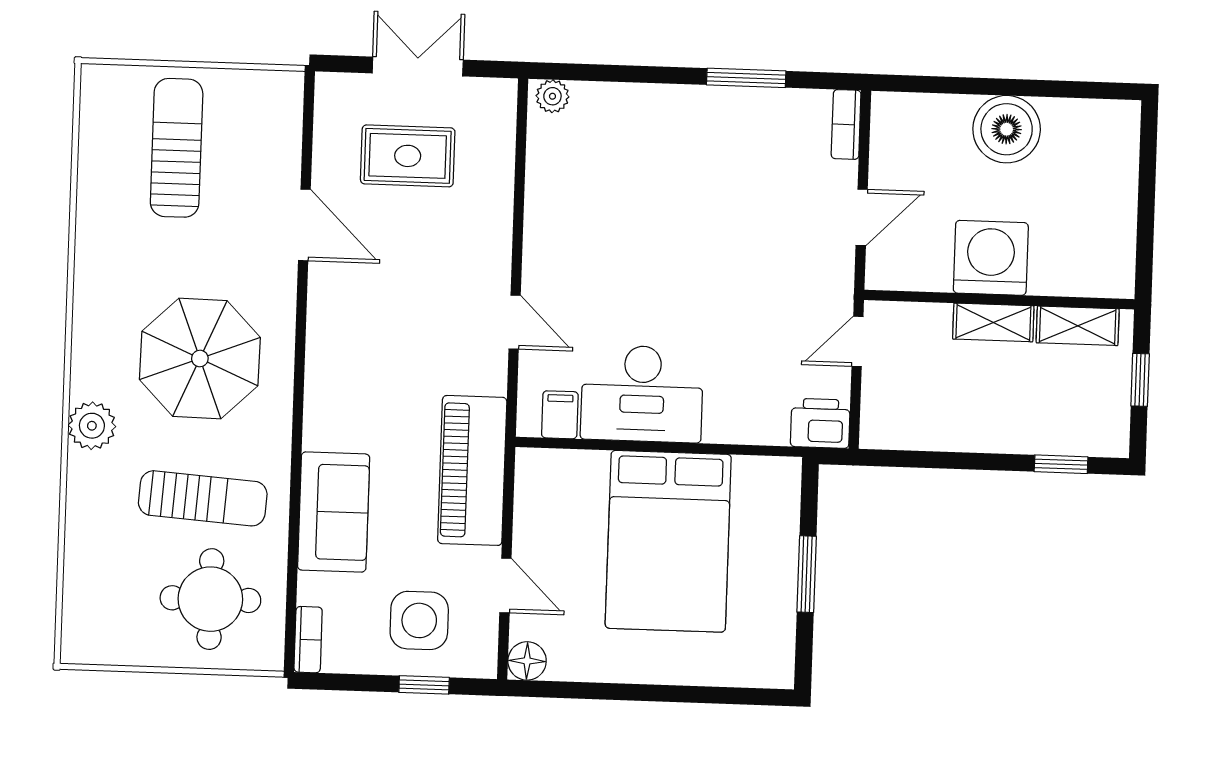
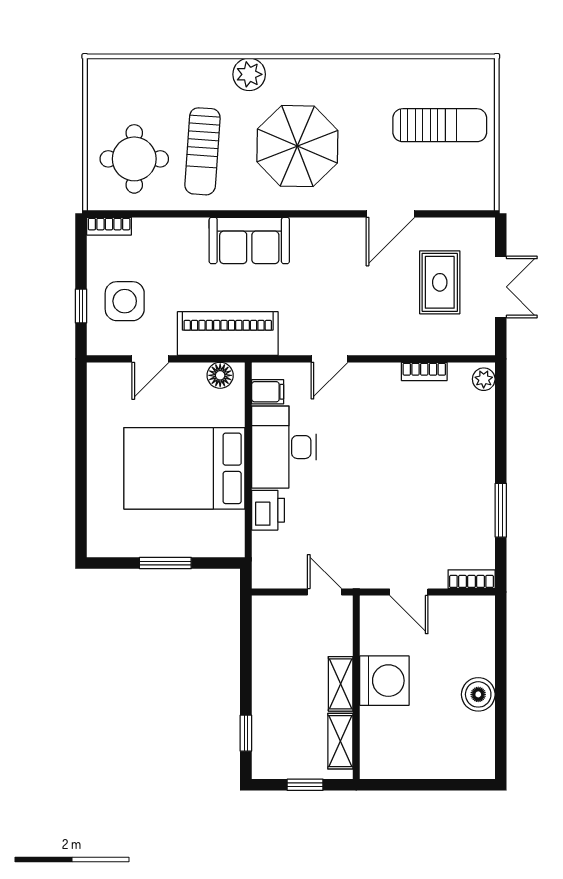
boiler: (1007, 129) -> (478, 694), width x0.73, depth x0.73
bookcase: (538, 183) -> (424, 371), added
printer: (820, 423) -> (268, 510), moved
sofa: (334, 512) -> (249, 240), moved
floor lamp: (527, 661) -> (220, 375), moved

